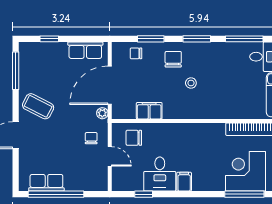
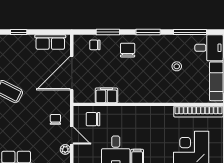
stool: (191, 83) -> (177, 66), moved
plant: (102, 113) -> (65, 149), moved

